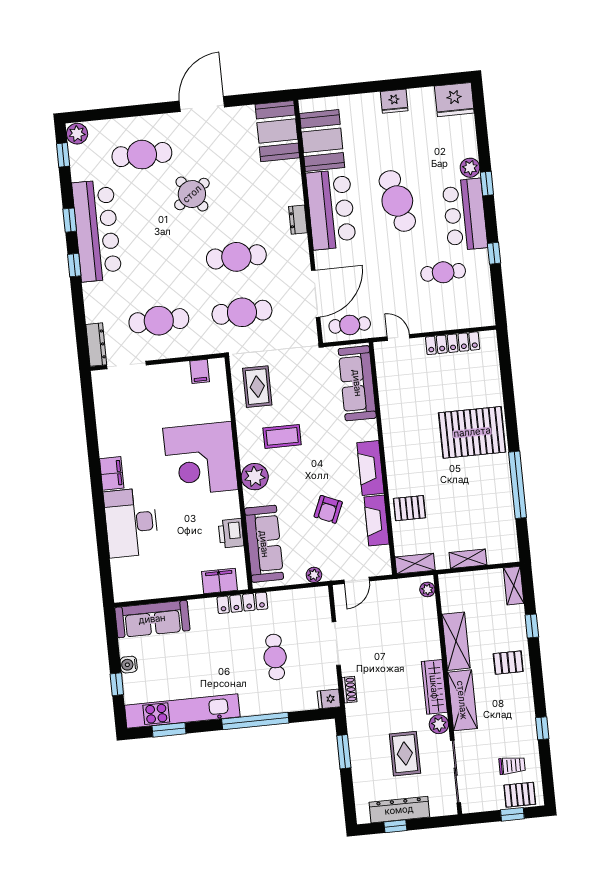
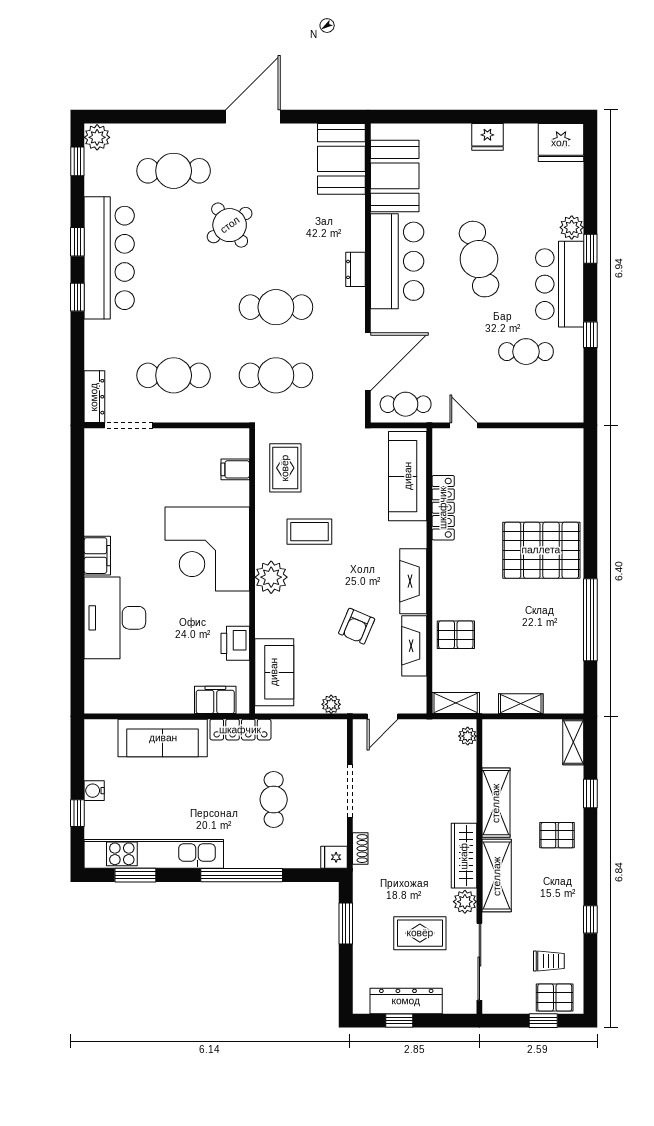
locker: (453, 343) -> (443, 508), moved, turned -90
filing cabinet: (200, 371) -> (235, 469), moved, turned 90
sofa: (264, 544) -> (274, 672), width x0.73
sofa: (152, 619) -> (163, 738), moved
rug: (405, 754) -> (420, 933), turned 90

